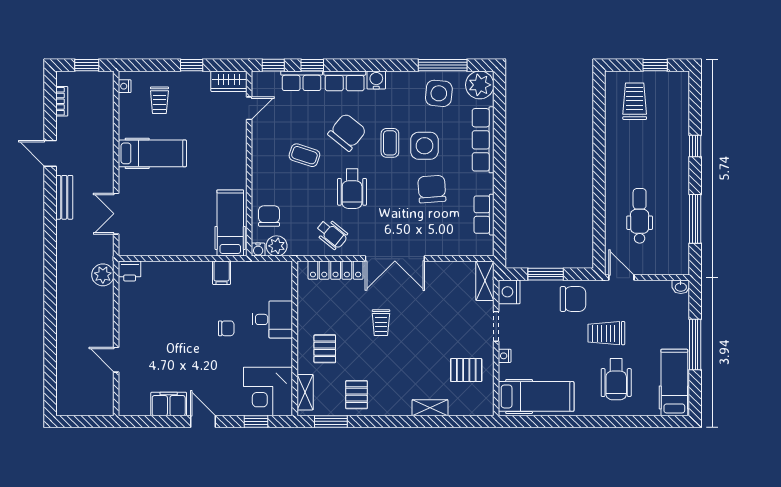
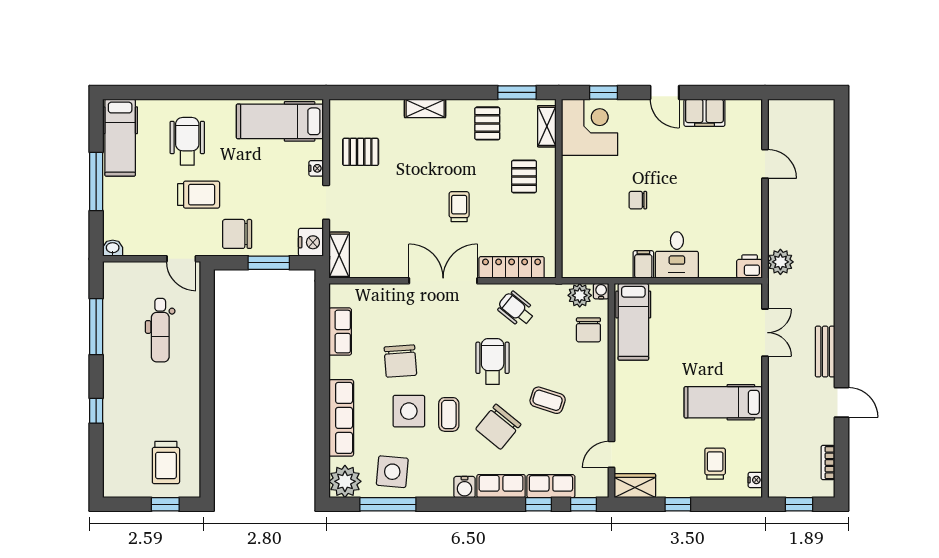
window: (655, 65) -> (165, 504), moved
desk: (272, 319) -> (677, 255), moved, turned -90
shelving: (430, 408) -> (425, 108), moved

